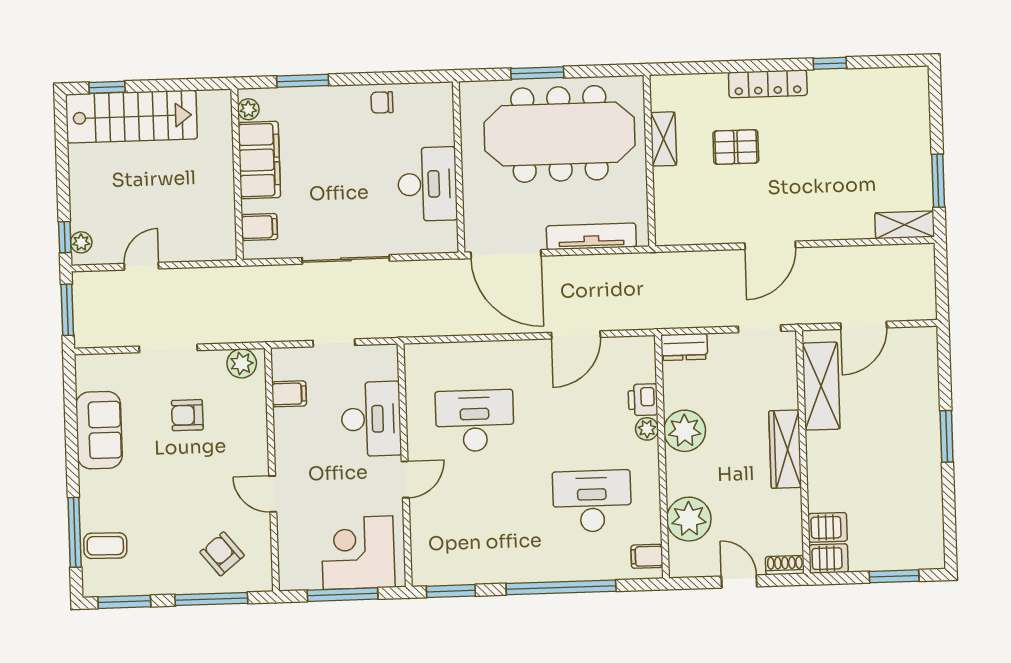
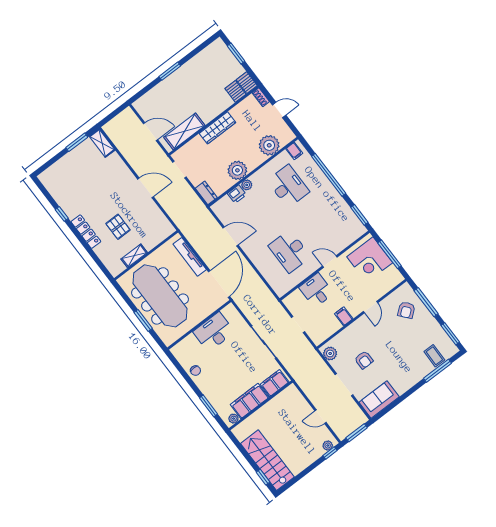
filing cabinet: (259, 227) -> (275, 383), width x2.00
filing cabinet: (289, 394) -> (344, 316), moved
desk: (371, 419) -> (316, 290), width x0.73
sofa: (99, 430) -> (379, 400), moved
desk: (592, 501) -> (288, 186), turned 180
door: (739, 581) -> (279, 110), swing flipped

